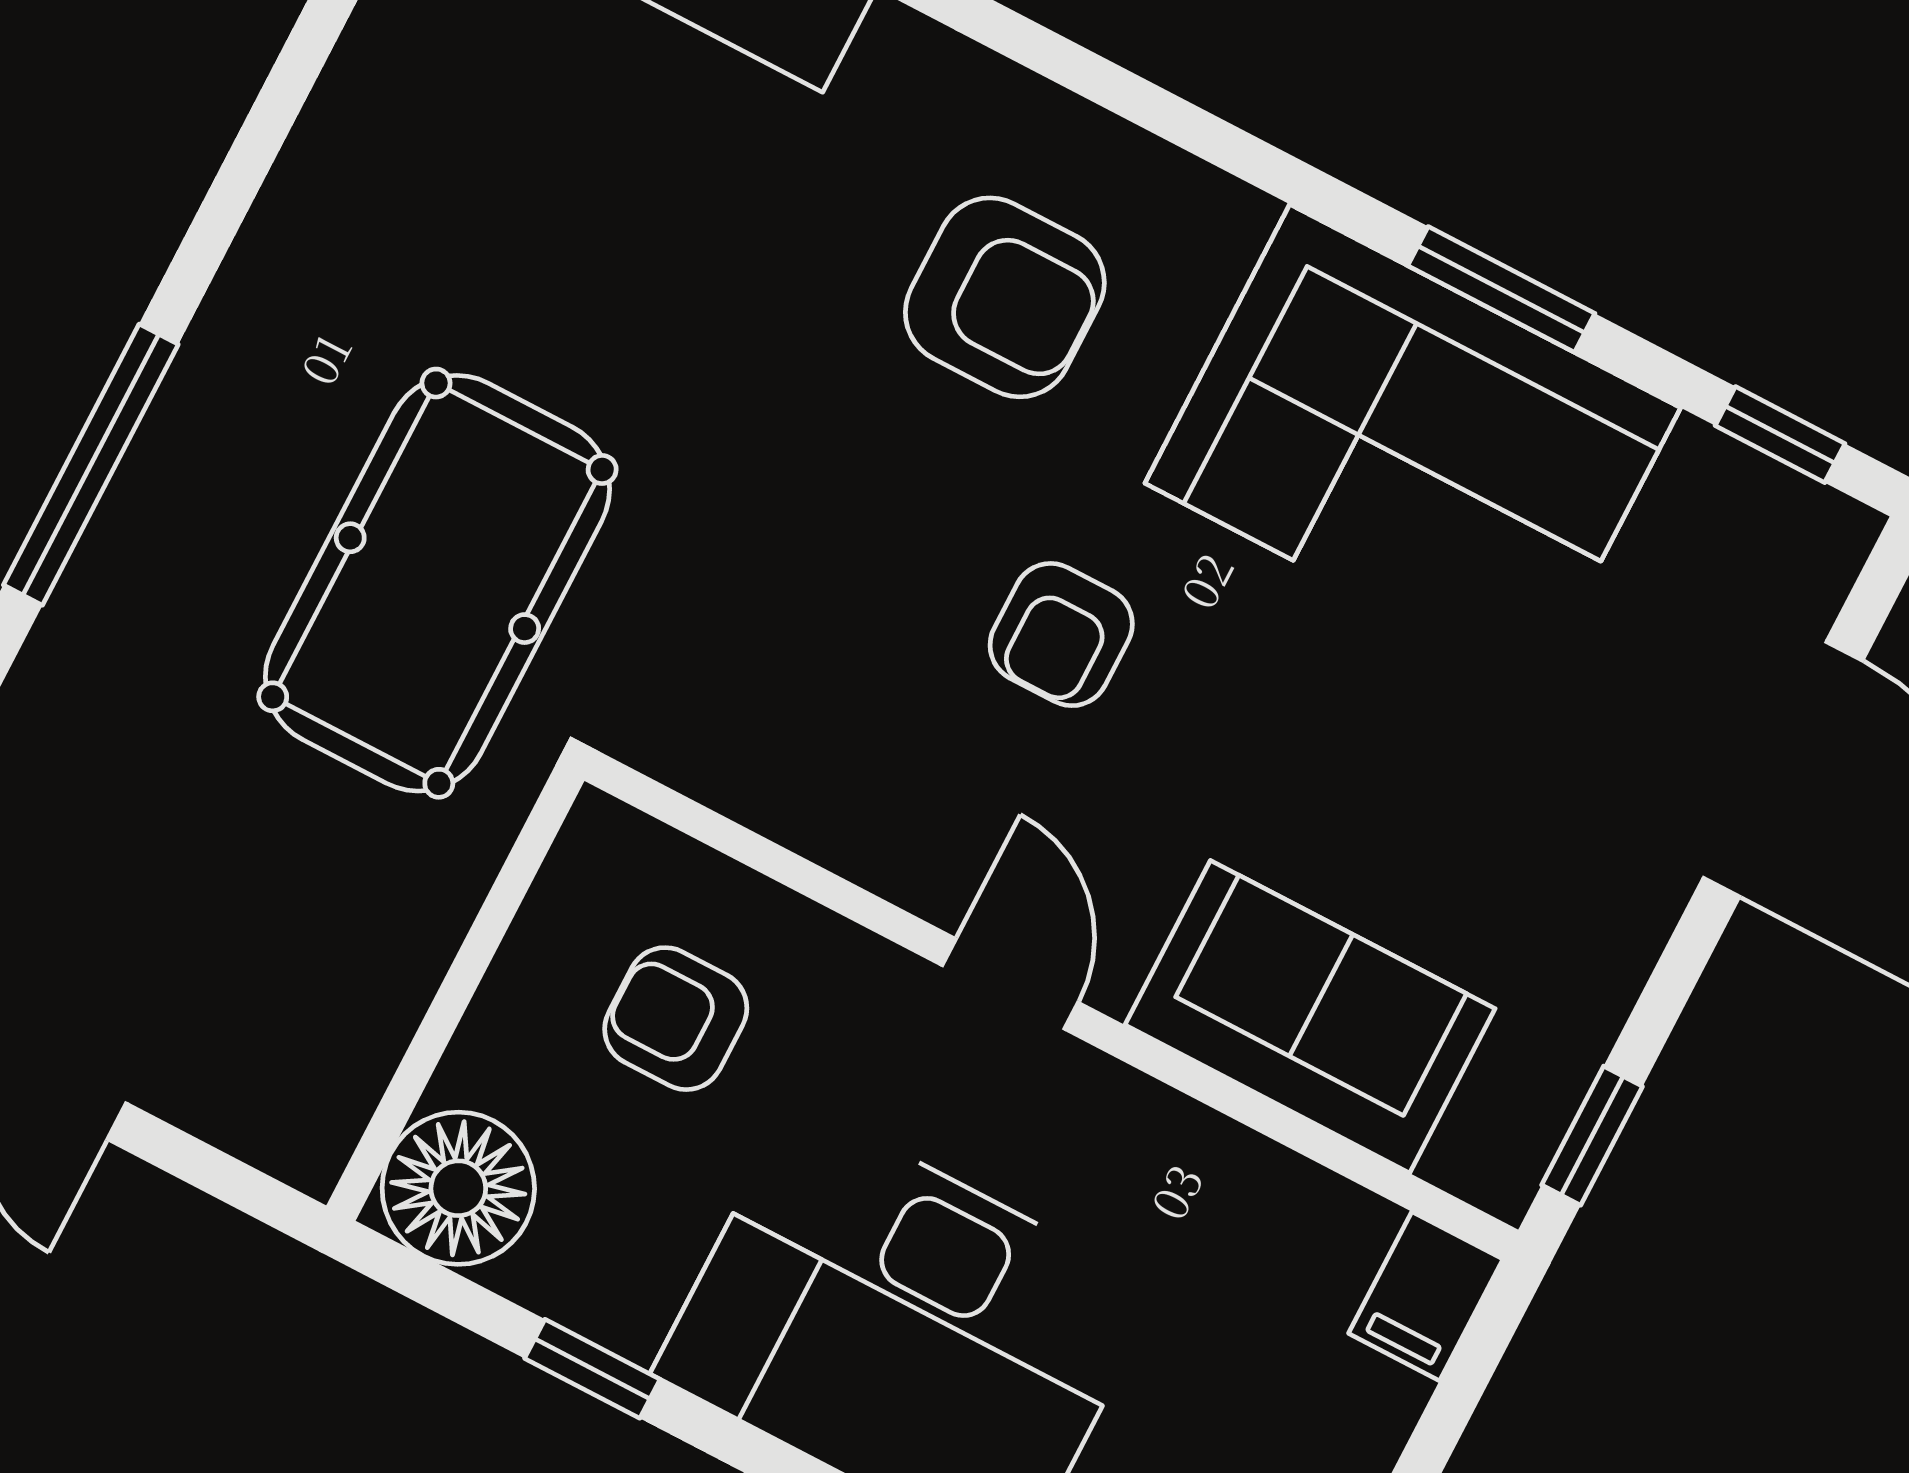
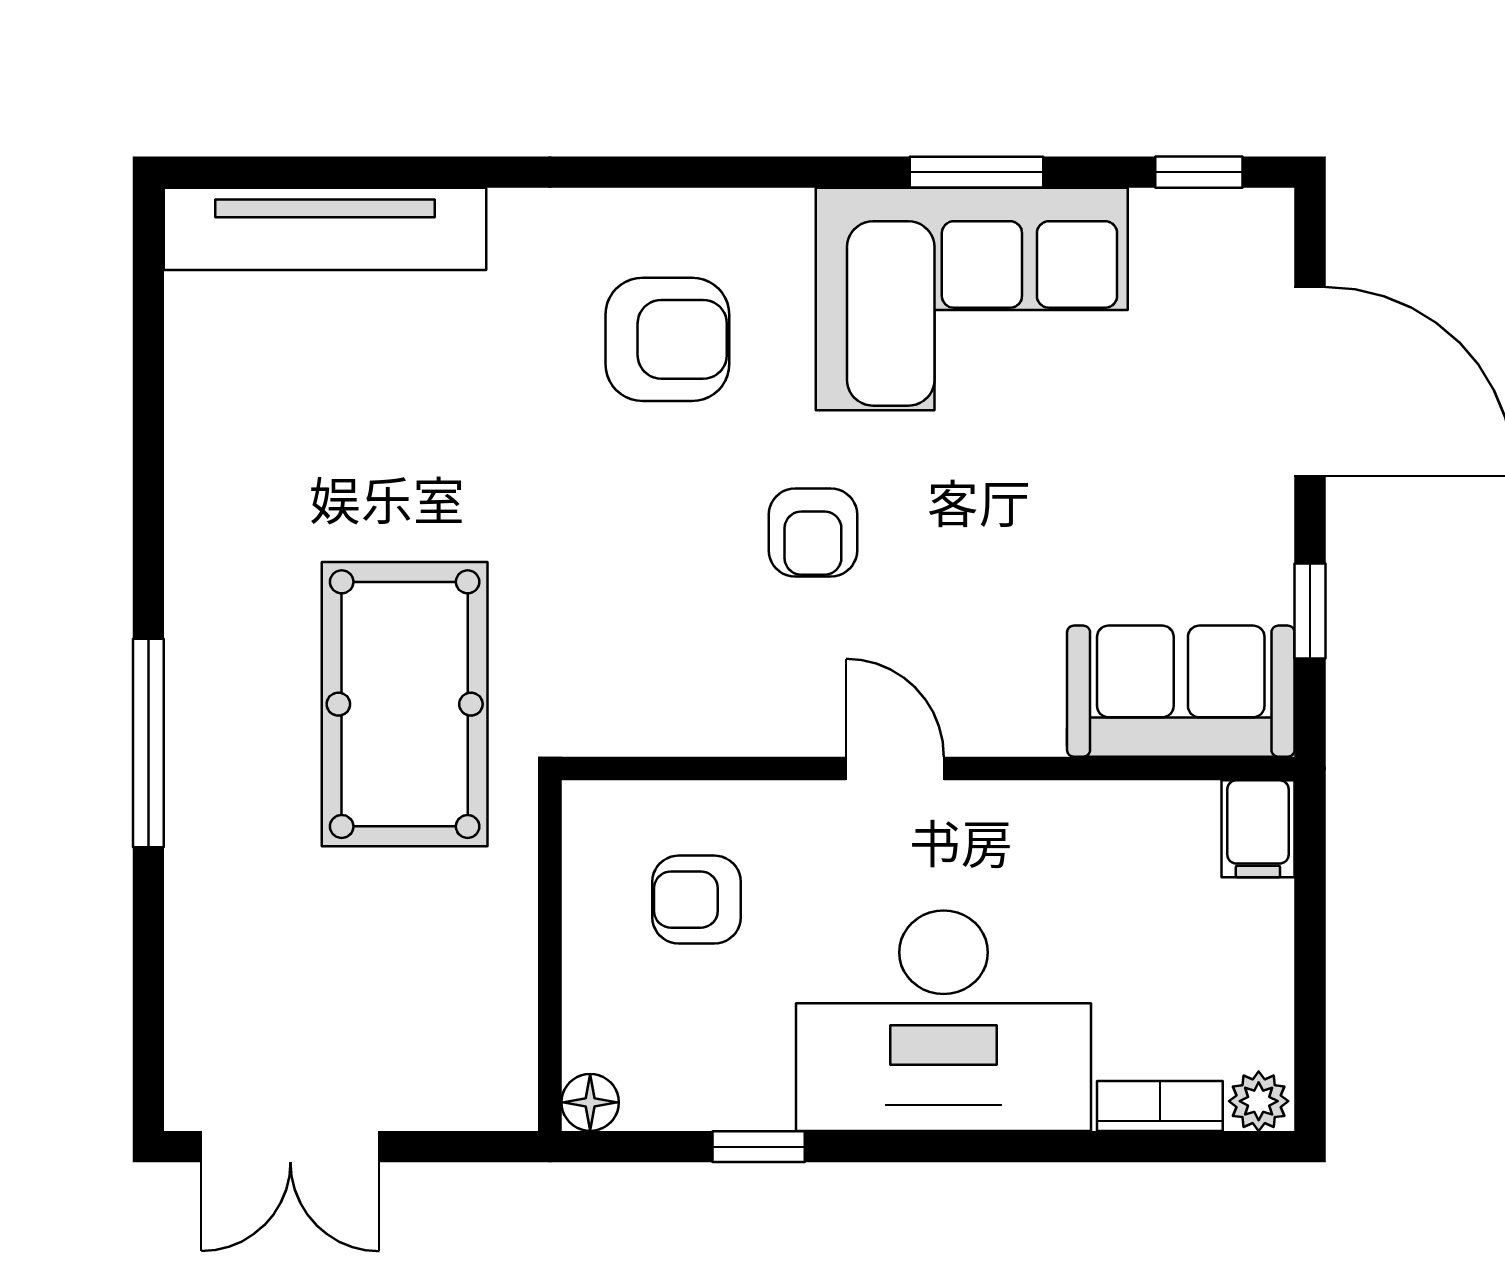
sofa: (1310, 1017) -> (1181, 691), moved
window: (1592, 1136) -> (1310, 611), moved
floor lamp: (458, 1188) -> (590, 1102), width x0.53, depth x0.53

